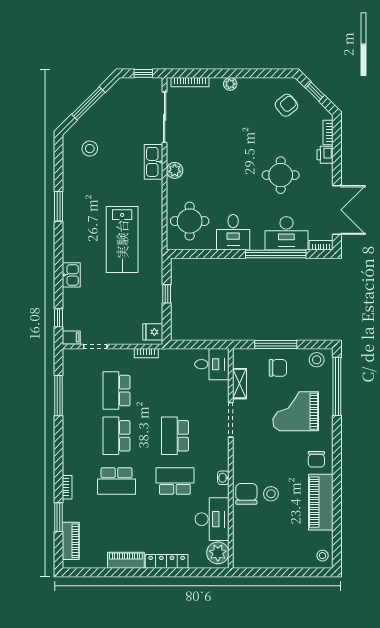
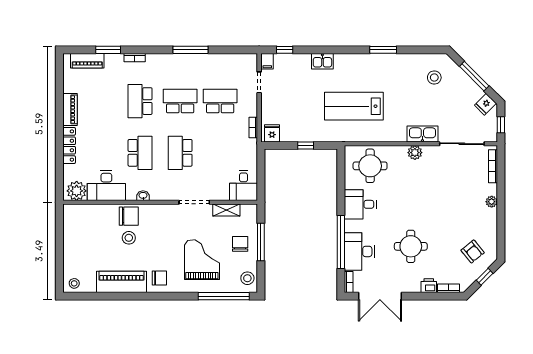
fridge: (120, 91) -> (485, 104), added
chair: (278, 368) -> (240, 244), turned 180
window: (59, 396) -> (191, 50), moved
school desk: (175, 436) -> (180, 153), turned -90
chair: (316, 459) -> (159, 278), turned 180

